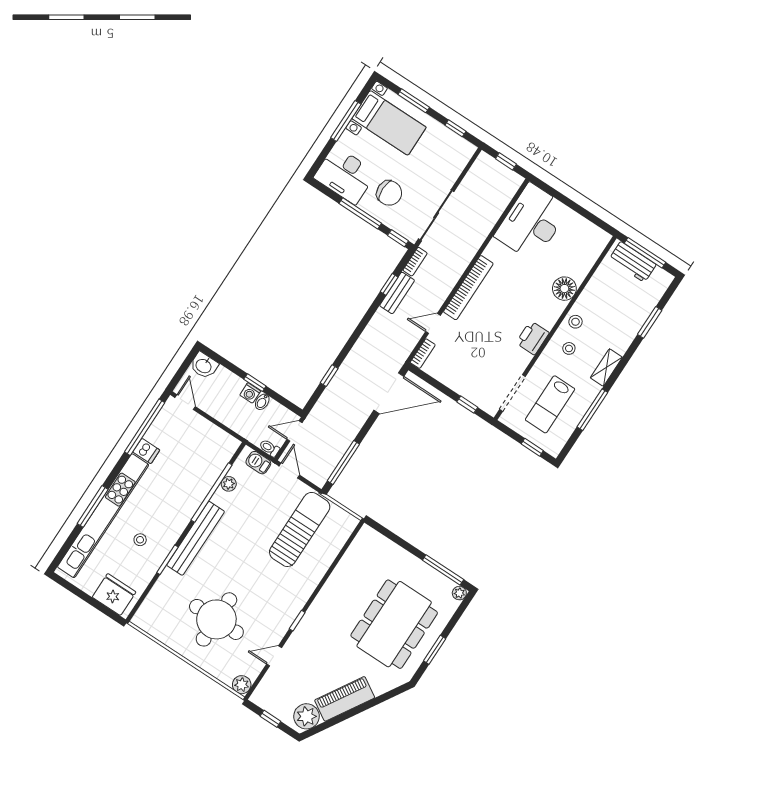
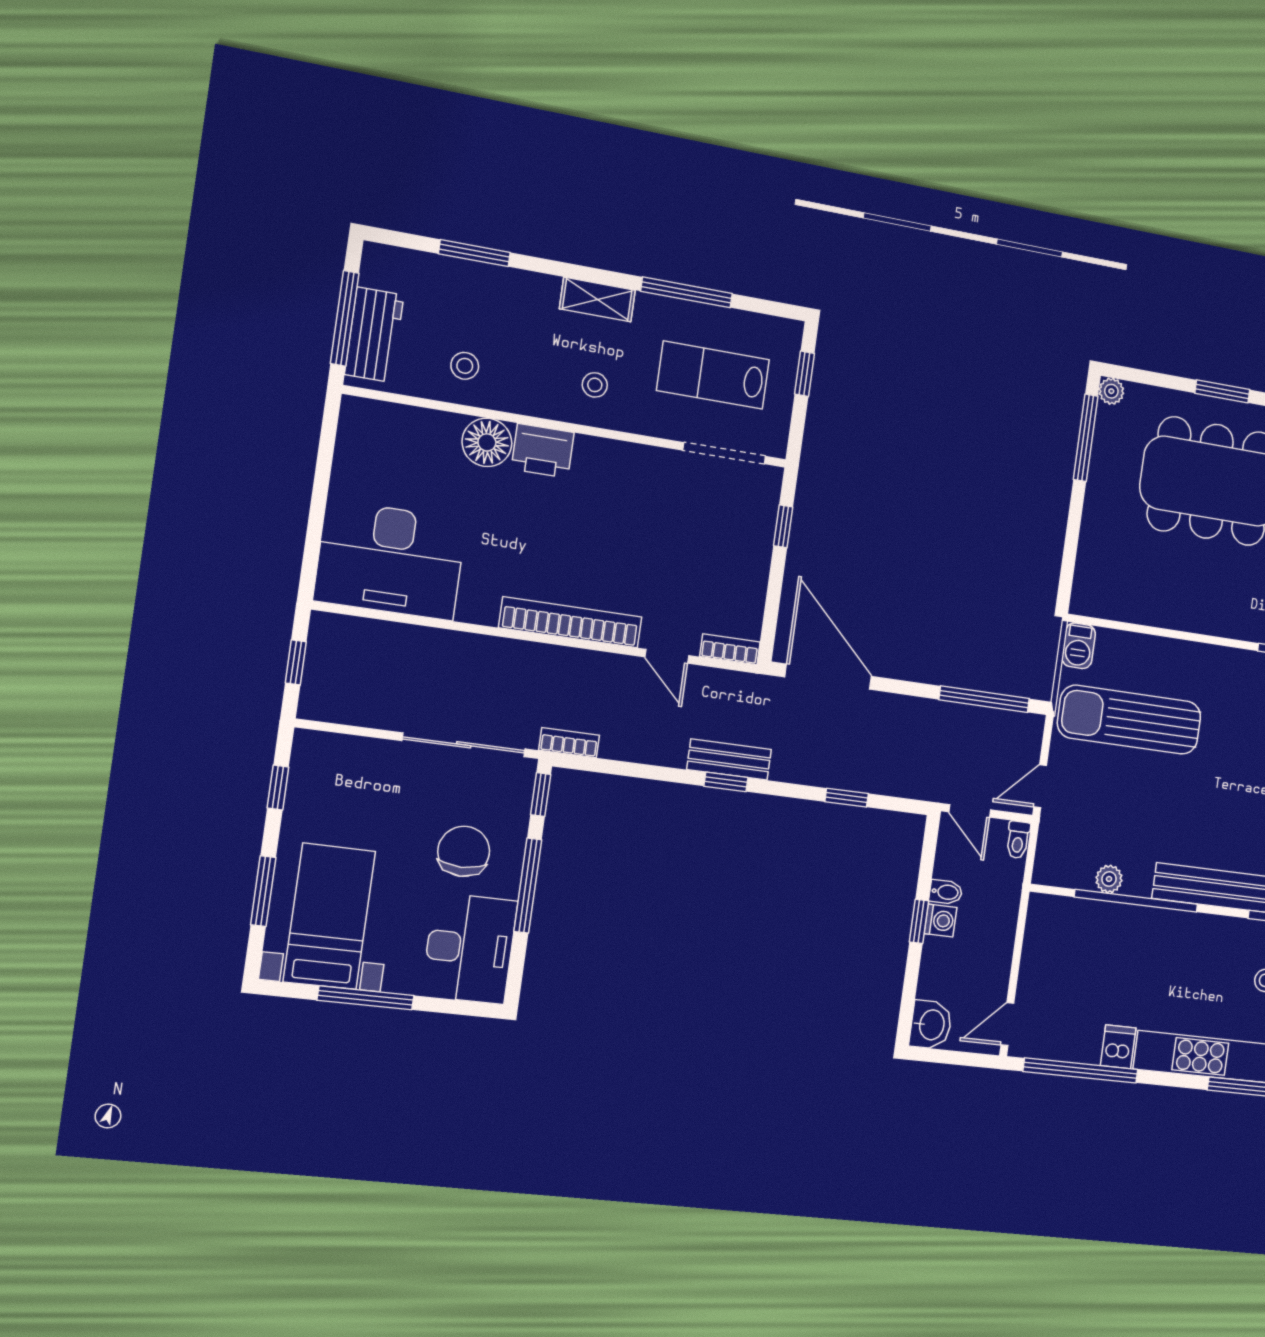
window: (389, 284) -> (726, 782), moved
bench: (397, 293) -> (729, 759), moved
stool: (575, 322) -> (465, 366), moved
printer: (533, 338) -> (543, 451), moved
lab bench: (550, 404) -> (713, 375), turned 180
barbecue: (258, 463) -> (1079, 646), moved

